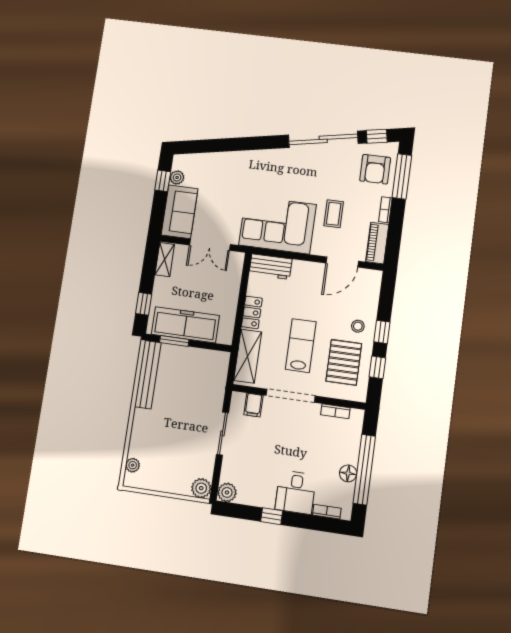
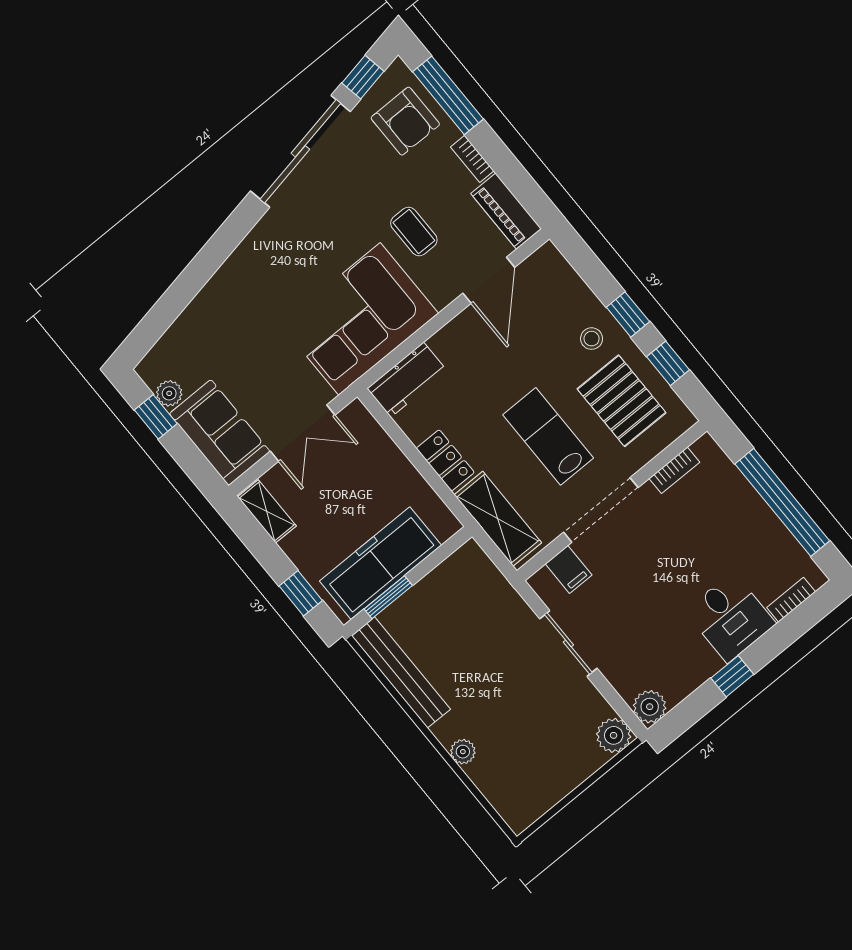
plant: (133, 465) -> (463, 752), moved
floor lamp: (348, 473) -> (768, 528), removed

